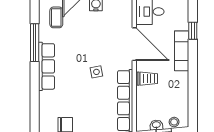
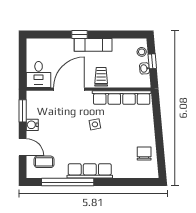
window: (193, 31) -> (79, 34), moved
window: (35, 43) -> (68, 182), width x1.46
exam couch: (182, 51) -> (93, 45), moved

